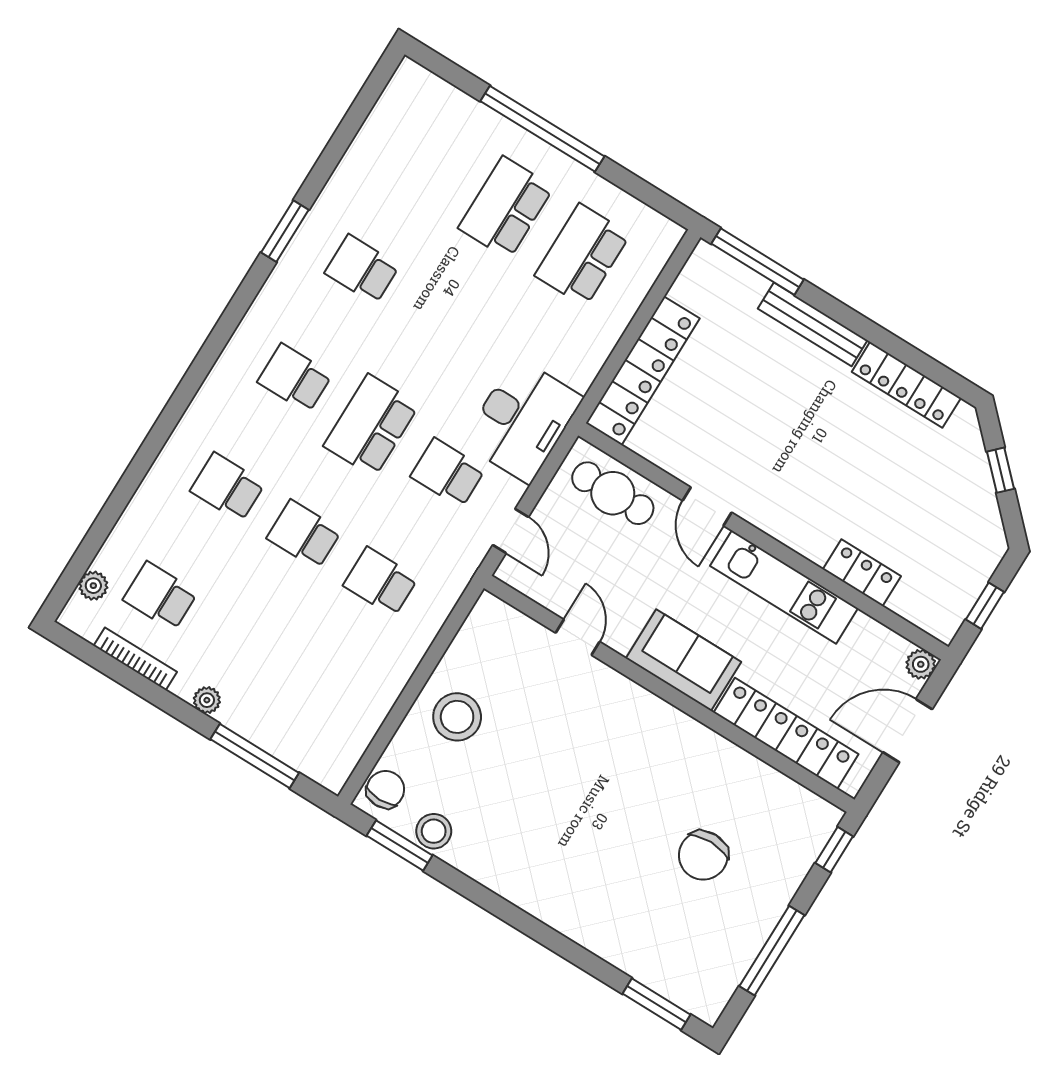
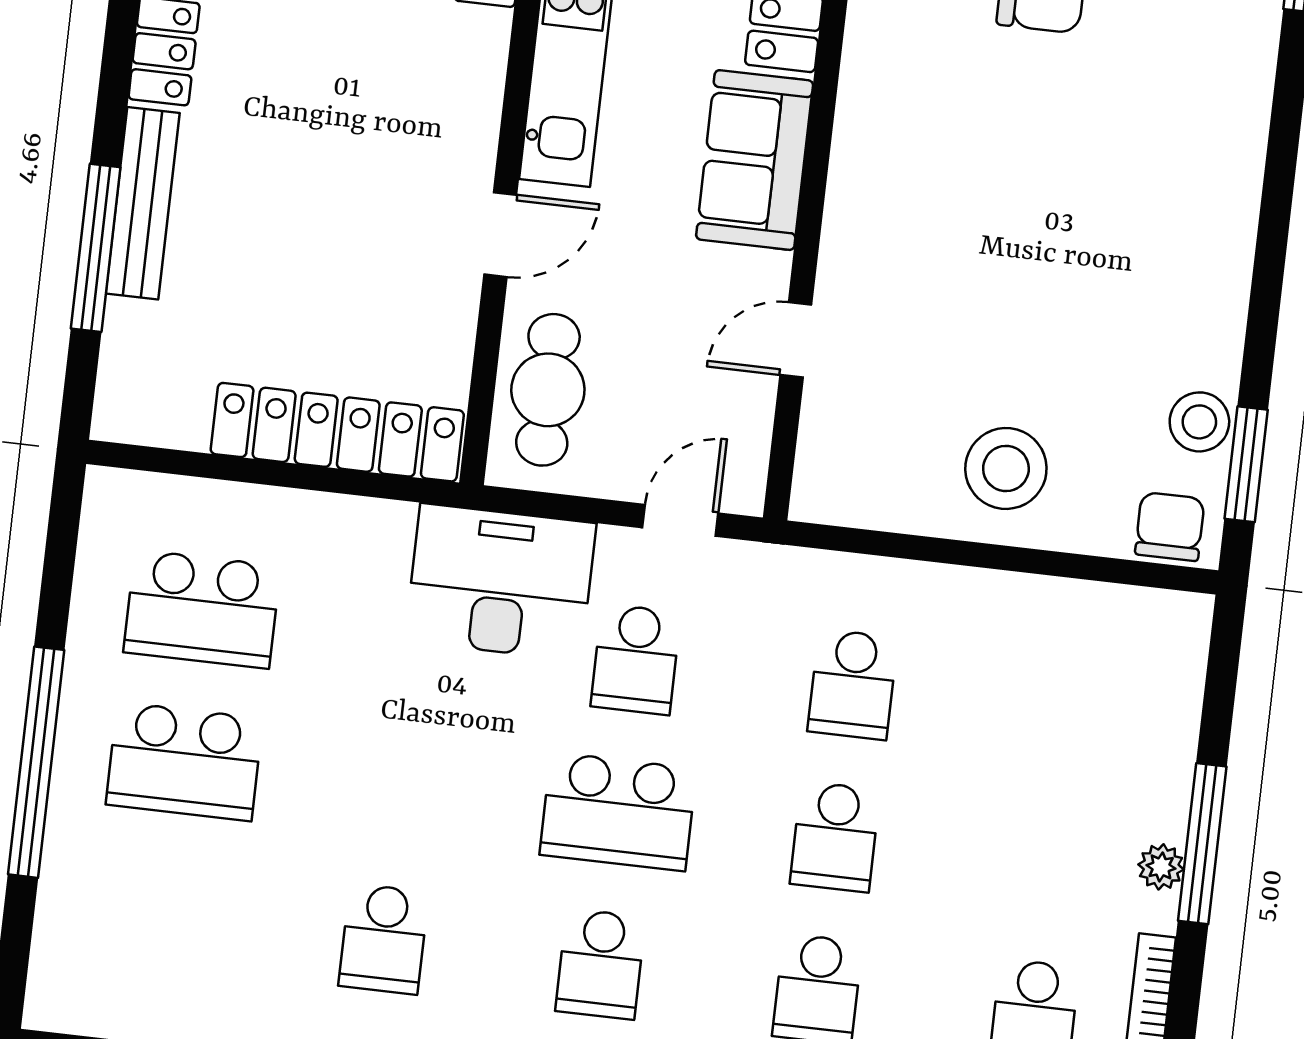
window: (758, 262) -> (96, 248), moved
window: (255, 756) -> (1202, 844), moved
chair: (385, 789) -> (1170, 527), turned 90

